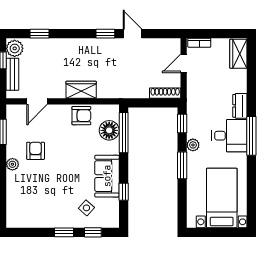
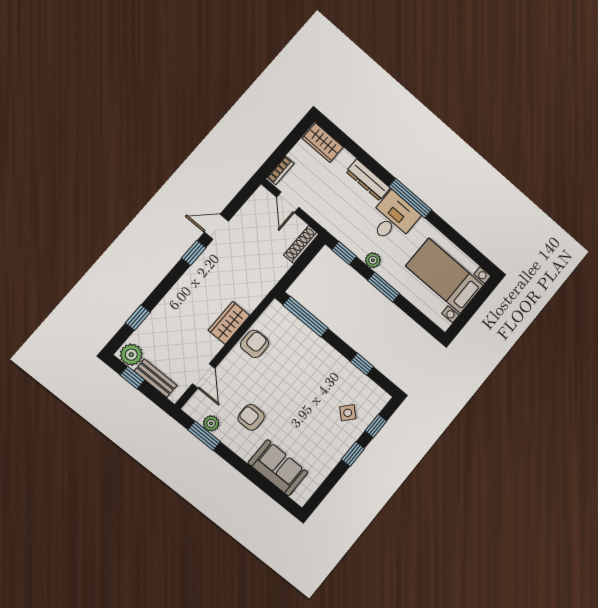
dresser: (240, 106) -> (368, 180), width x1.44
floor lamp: (109, 130) -> (292, 329), removed
plant: (12, 164) -> (211, 423), moved
sofa: (107, 176) -> (278, 468), moved, turned 180

